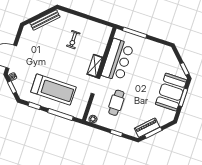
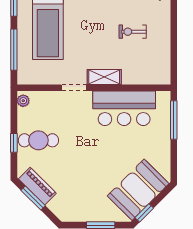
booth: (171, 92) -> (138, 190), moved, turned -45
cafe table: (116, 103) -> (38, 140), moved

